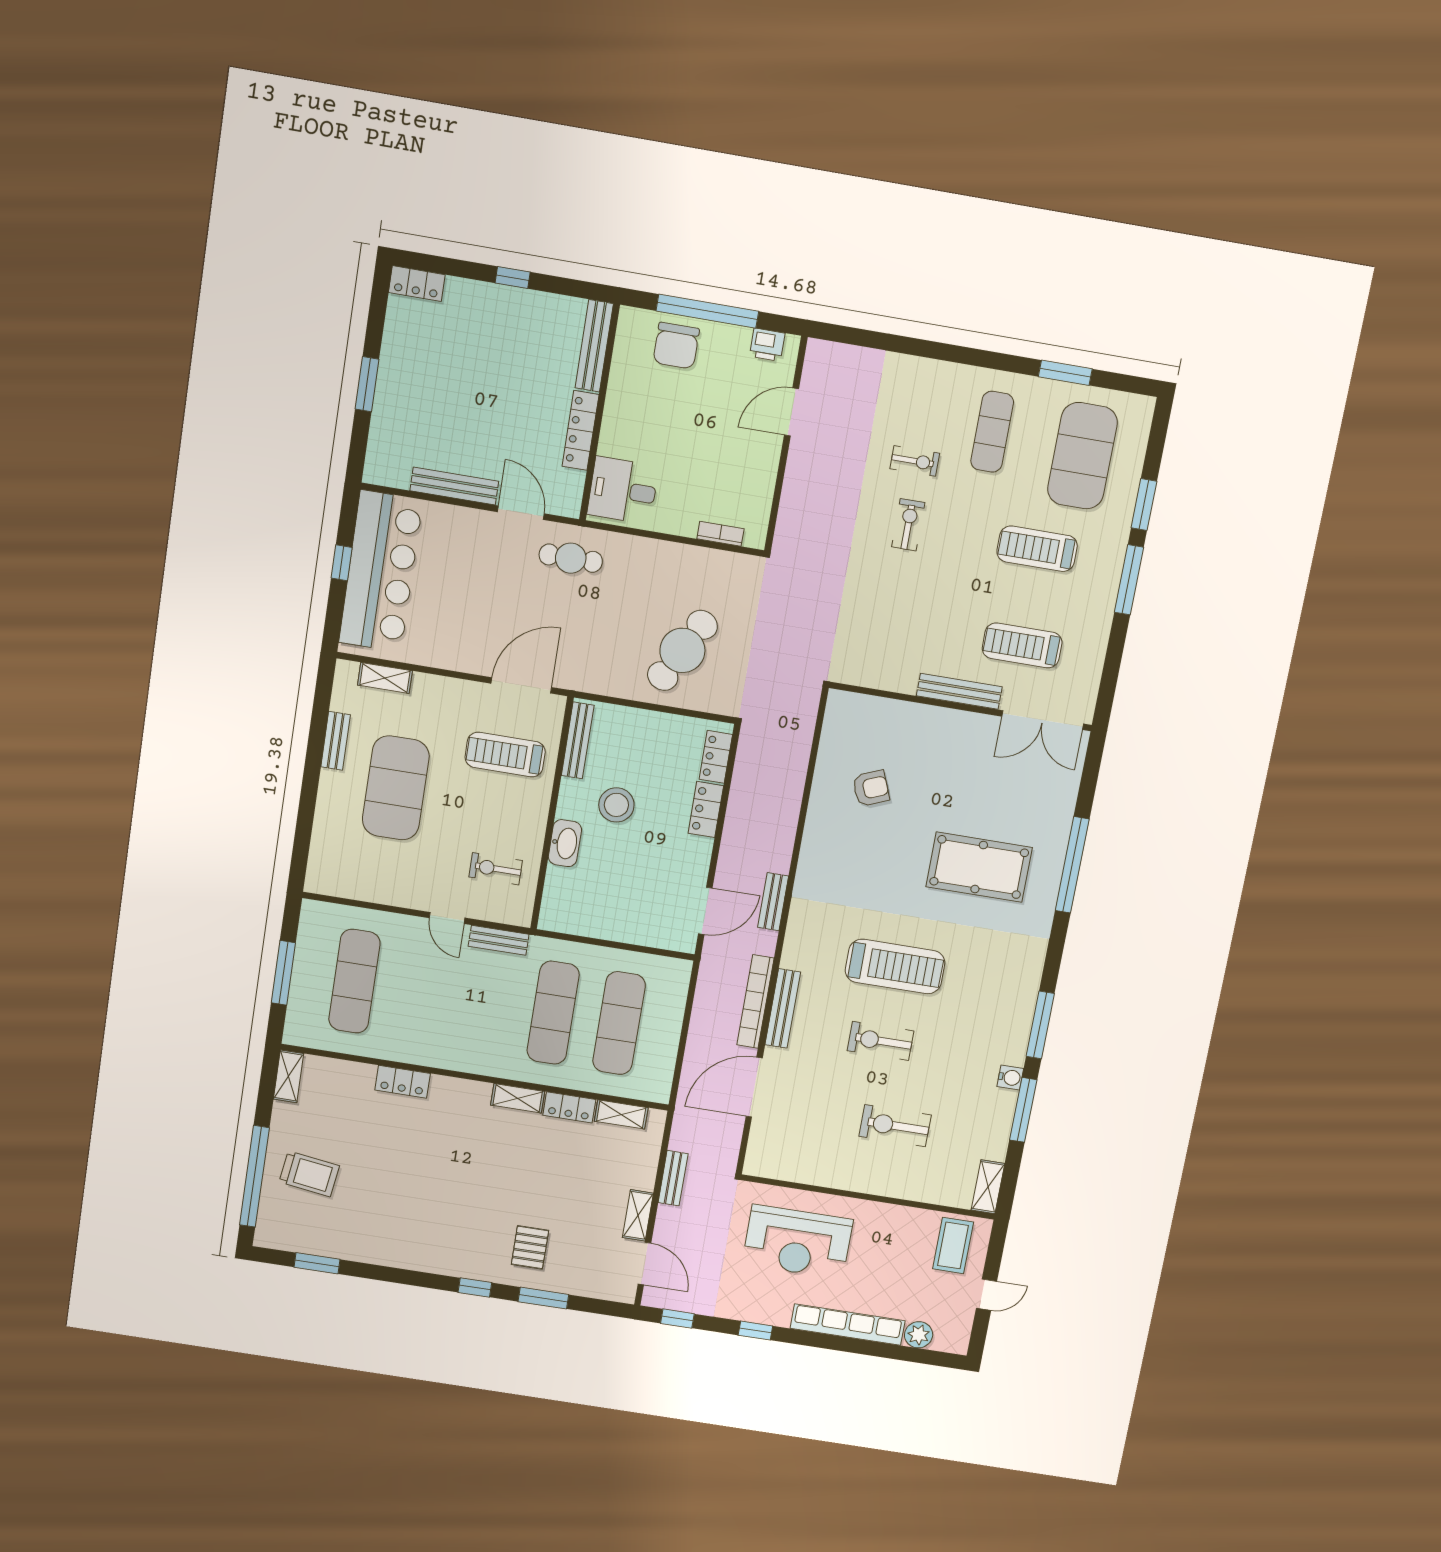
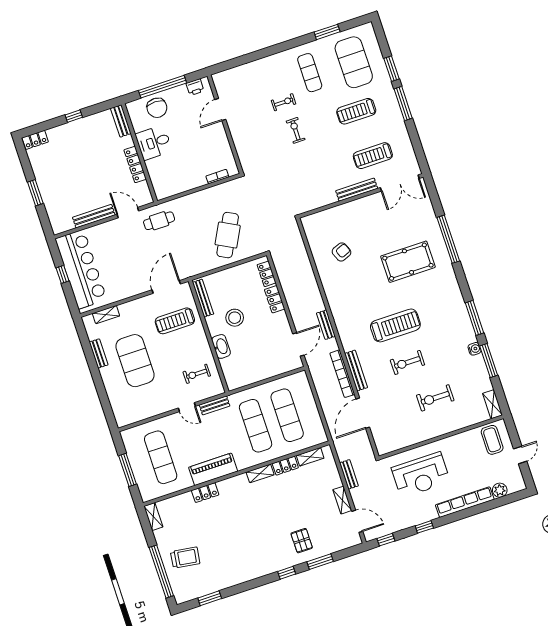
bench: (594, 346) -> (121, 121), width x0.73
desk: (623, 490) -> (154, 143), moved
piano: (438, 1049) -> (213, 469), added

